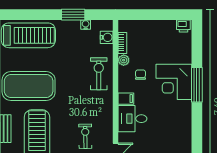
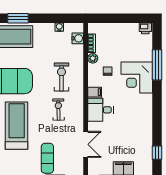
window: (73, 15) -> (18, 18), moved
exercise bike: (99, 74) -> (61, 77), moved
window: (197, 85) -> (157, 65), moved
exercise bike: (85, 136) -> (58, 109), moved

